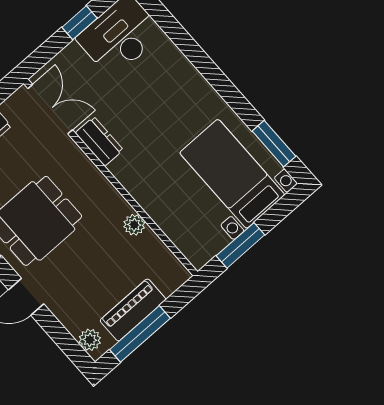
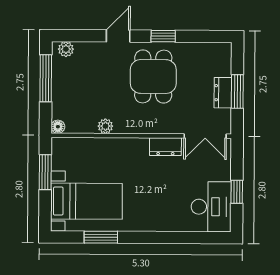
window: (274, 144) -> (101, 237), moved
floor lamp: (180, 275) -> (58, 127), added
piano: (133, 310) -> (61, 86), removed

